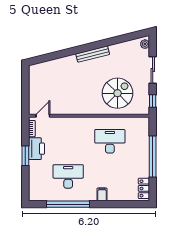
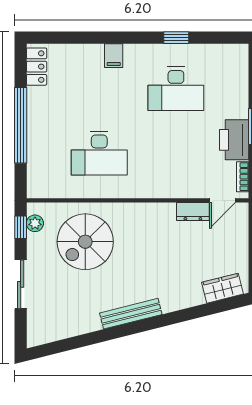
plant: (145, 44) -> (35, 223), moved
wardrobe: (43, 68) -> (223, 288), added
dresser: (59, 110) -> (193, 212), added
window: (68, 204) -> (176, 38), width x0.32

